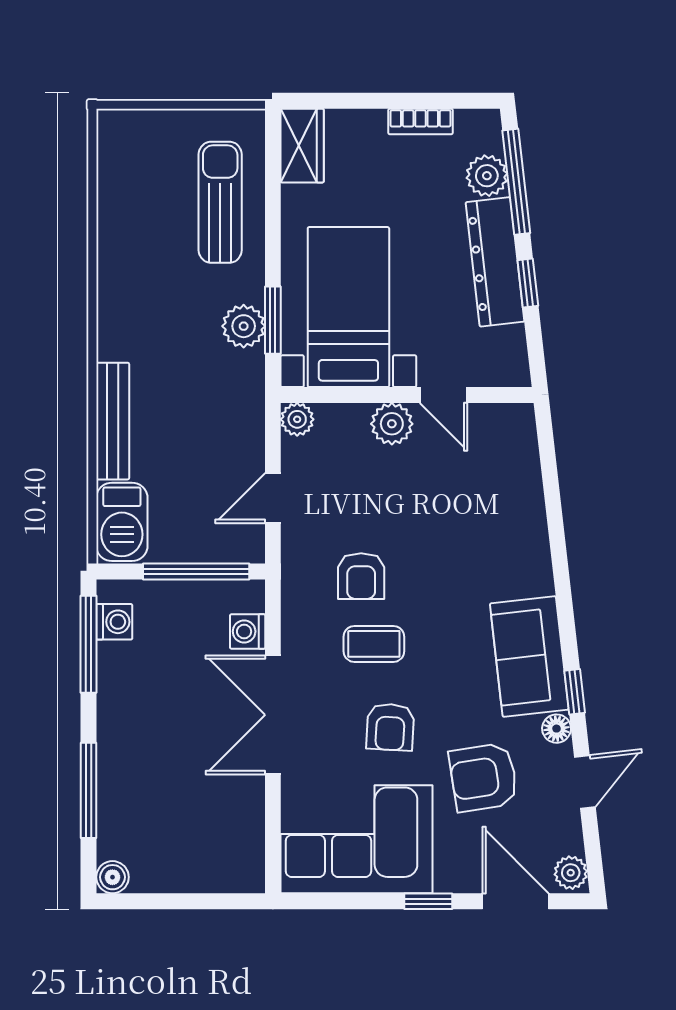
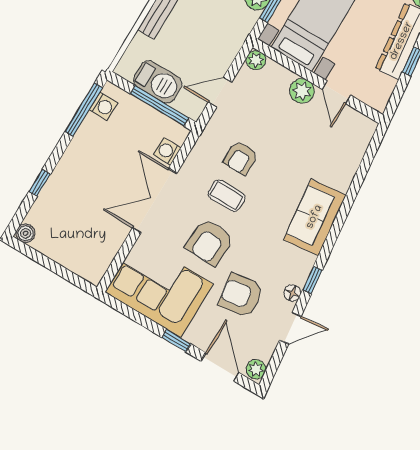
barbecue: (122, 522) -> (158, 82), moved, turned -90
sofa: (529, 657) -> (315, 217), moved
armchair: (390, 727) -> (210, 242), width x1.38, depth x1.38
window: (88, 790) -> (40, 183), width x0.46

